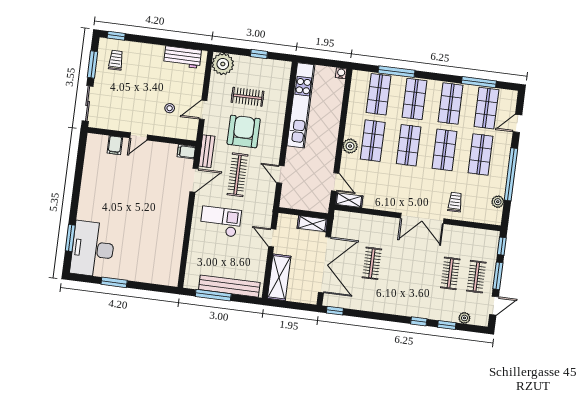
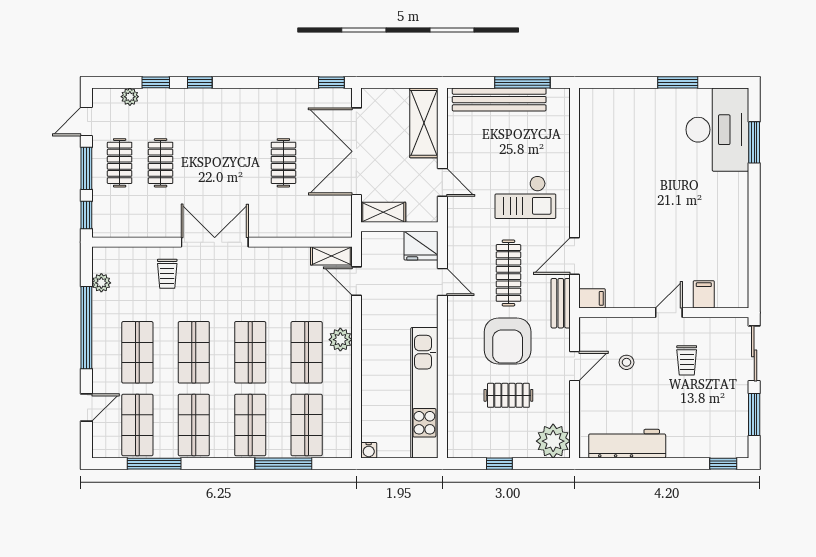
workbench: (183, 57) -> (627, 444), width x1.38
trolley: (116, 60) -> (687, 360), moved
fridge: (291, 199) -> (421, 246), added

